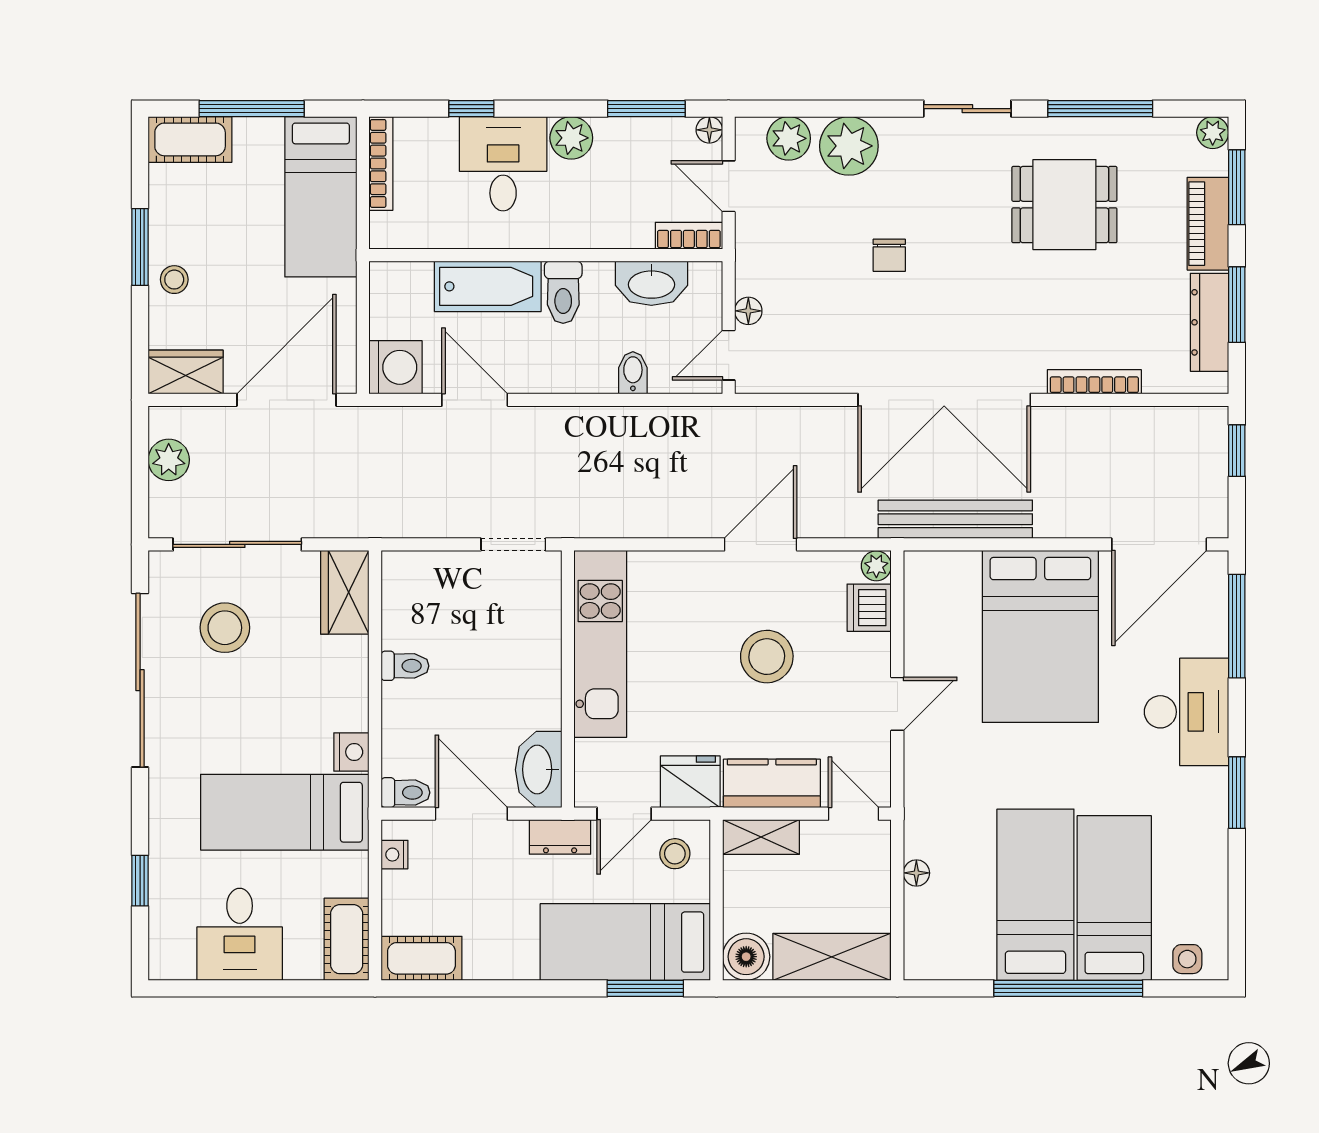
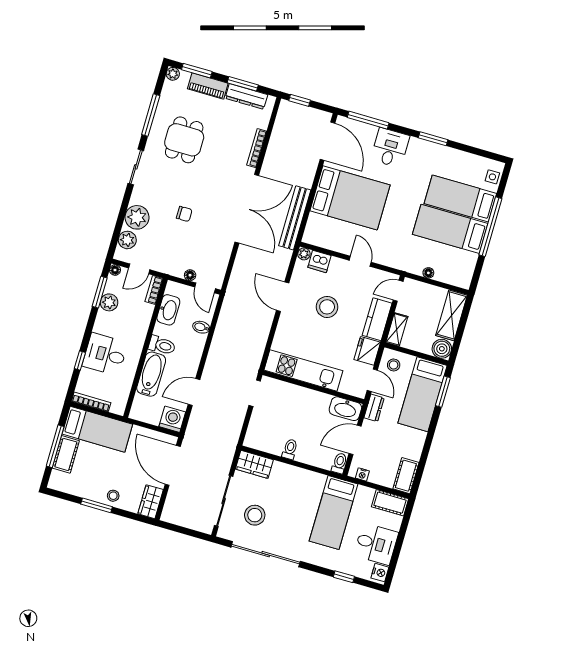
plant: (571, 138) -> (109, 302), moved
cot: (190, 139) -> (66, 454), moved
plant: (169, 460) -> (183, 518), removed
desk: (1186, 712) -> (390, 148), width x0.73
nightstand: (351, 752) -> (380, 573), moved, turned 90

